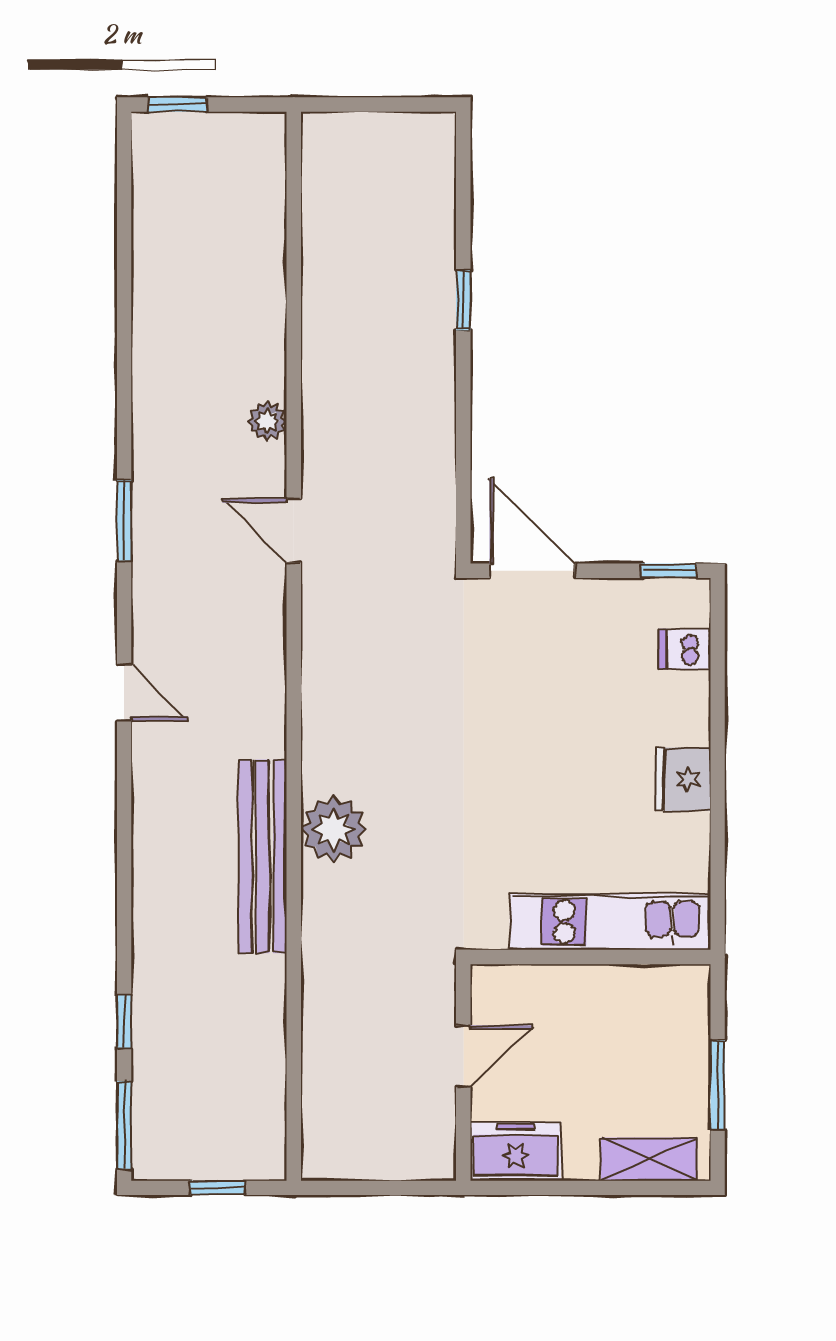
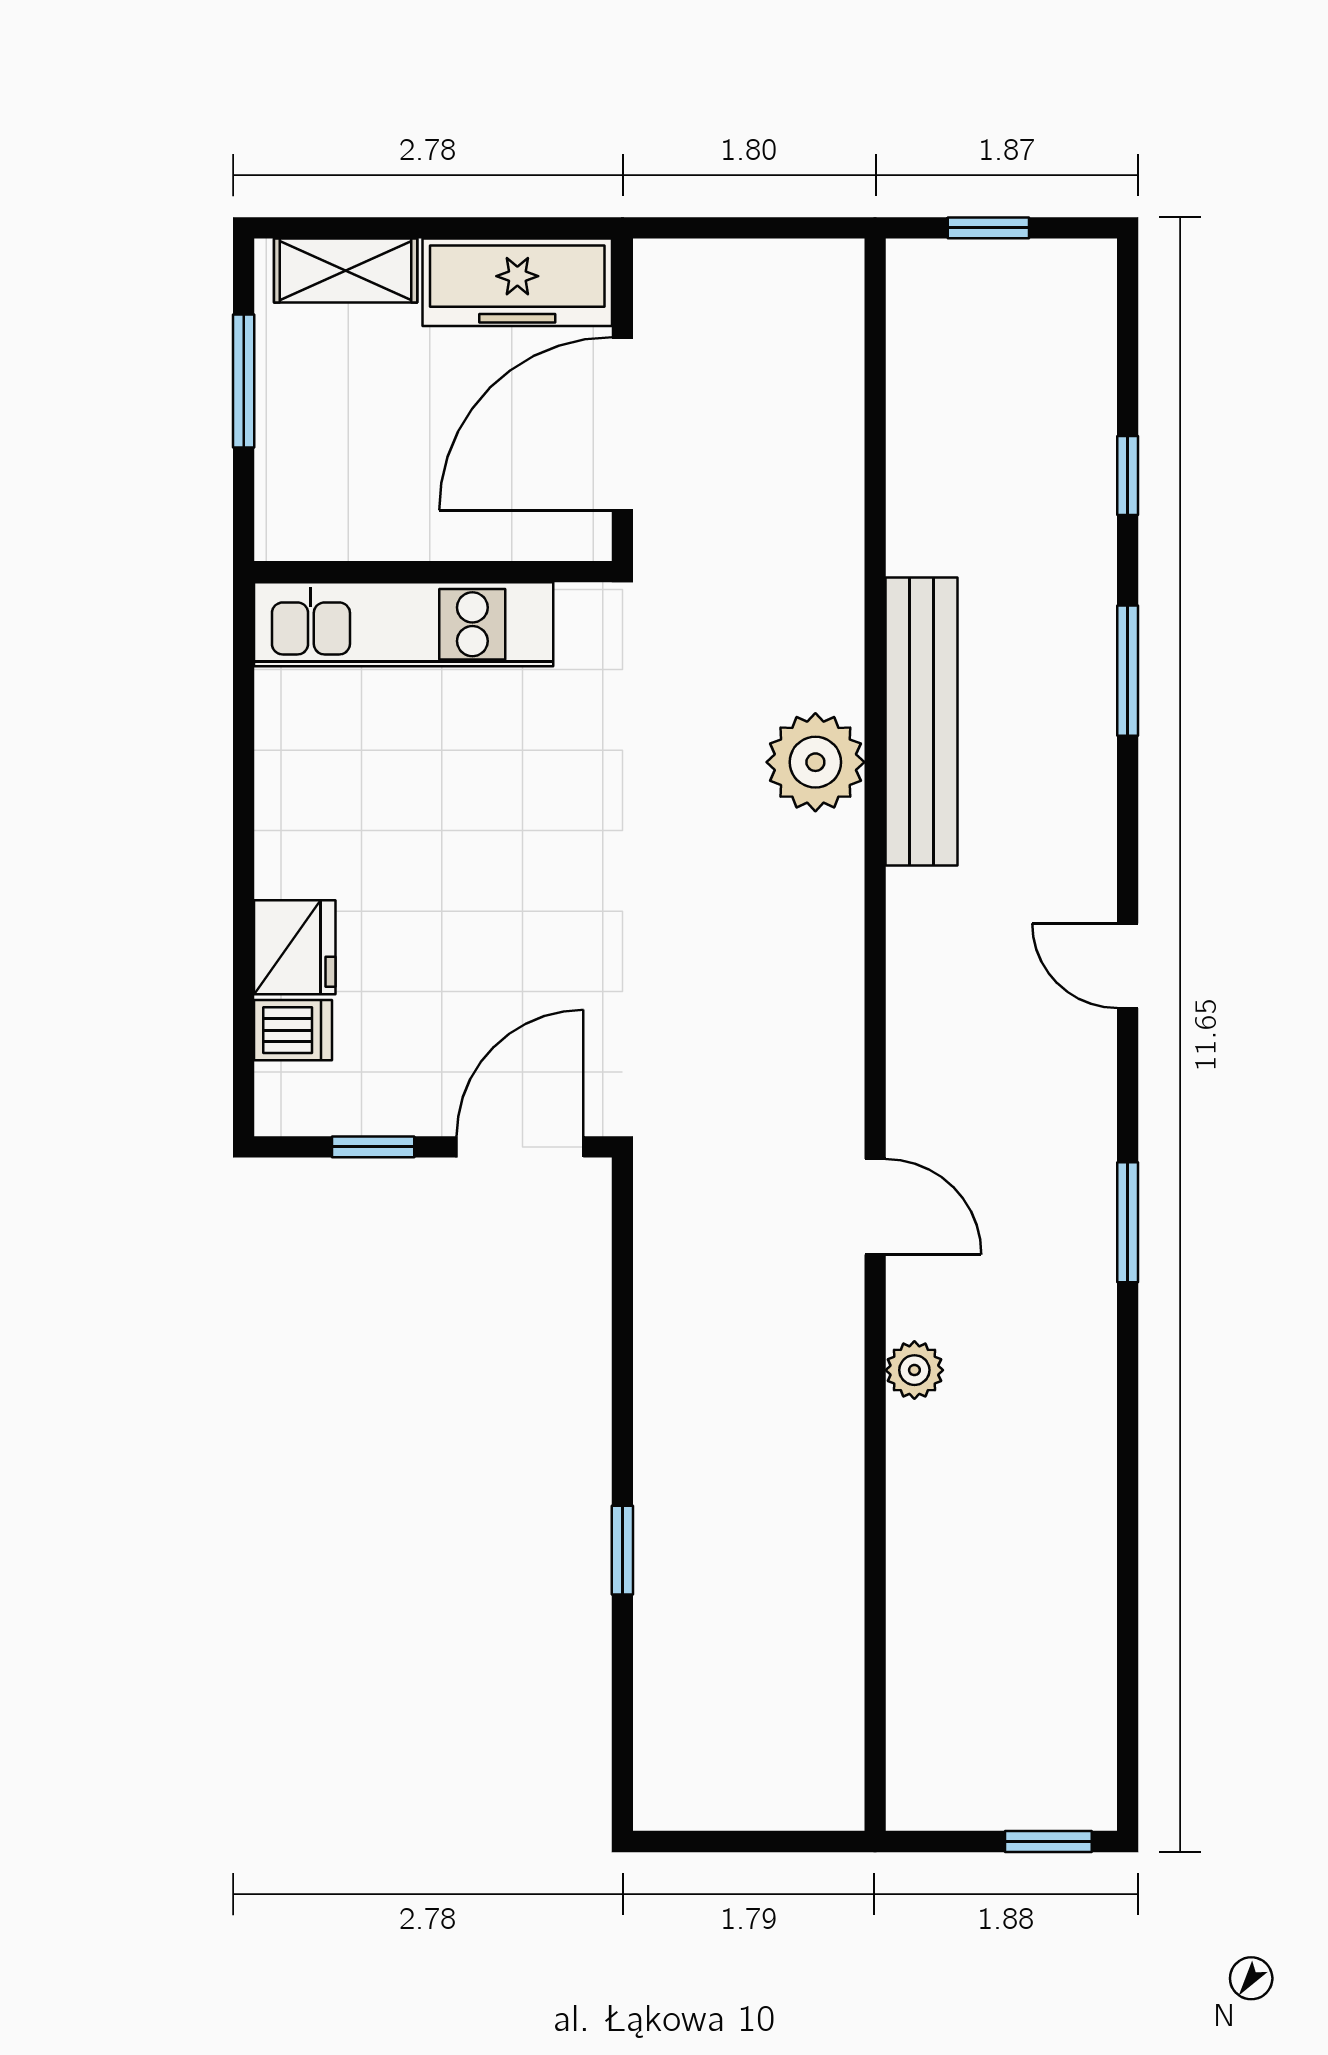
door: (532, 571) -> (520, 1147), swing flipped
window: (669, 571) -> (373, 1147), moved
fridge: (683, 779) -> (295, 947), moved
door: (463, 1056) -> (622, 424), width x1.88
window: (124, 1125) -> (1128, 671), moved
freezer: (516, 1151) -> (517, 282), width x1.40

